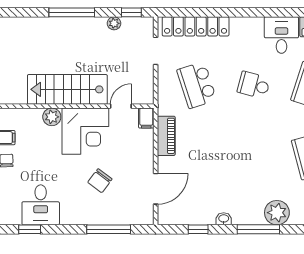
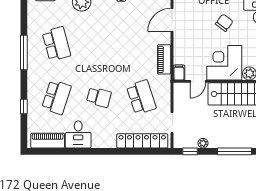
chair: (100, 181) -> (224, 23), moved

